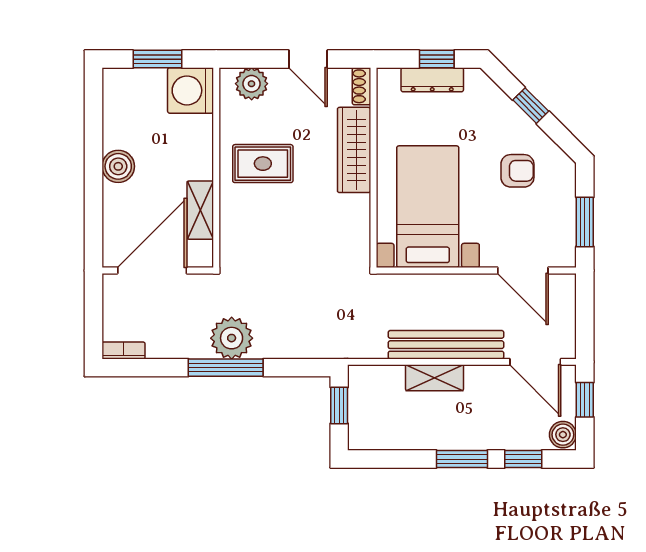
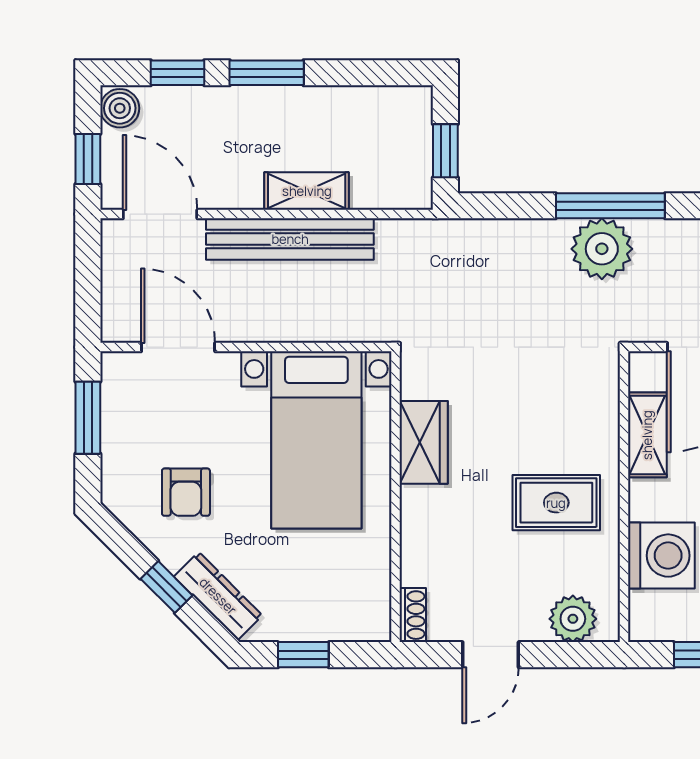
door: (308, 59) -> (491, 655), swing flipped
dresser: (432, 80) -> (218, 596), moved, turned 45
washing machine: (191, 90) -> (661, 556), moved
wardrobe: (354, 150) -> (424, 442), moved, width x0.67
armchair: (517, 171) -> (186, 492), turned -90

